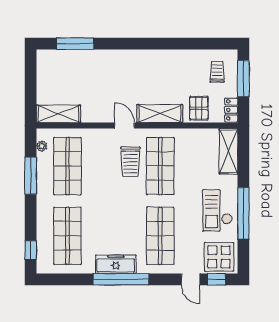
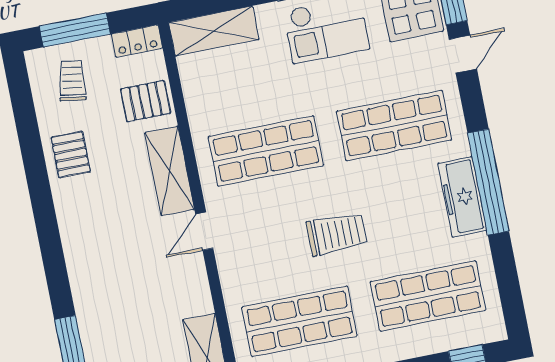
pallet: (179, 63) -> (71, 155), added
trolley: (217, 72) -> (72, 81), turned 98
trolley: (130, 162) -> (337, 234), moved

